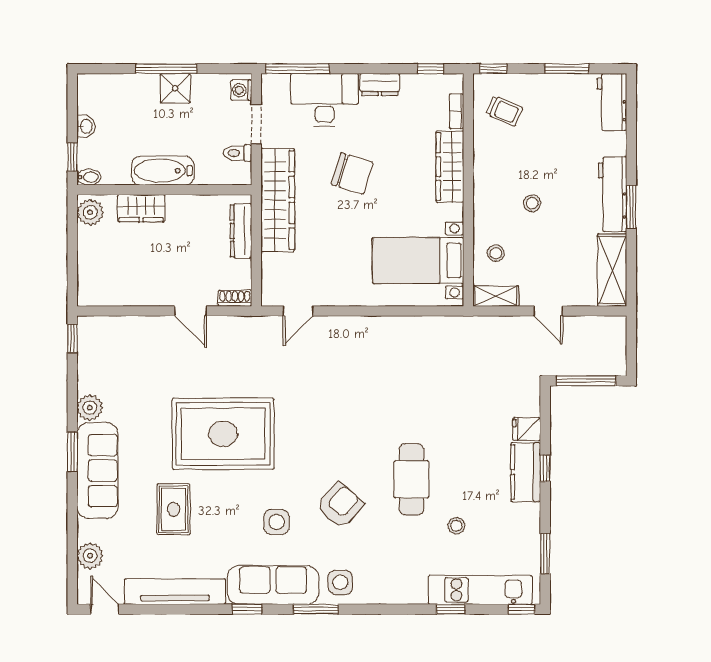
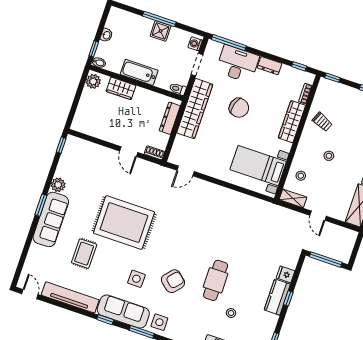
trolley: (504, 111) -> (322, 122), moved
toilet: (238, 153) -> (178, 89), moved
plant: (90, 556) -> (32, 263), removed

